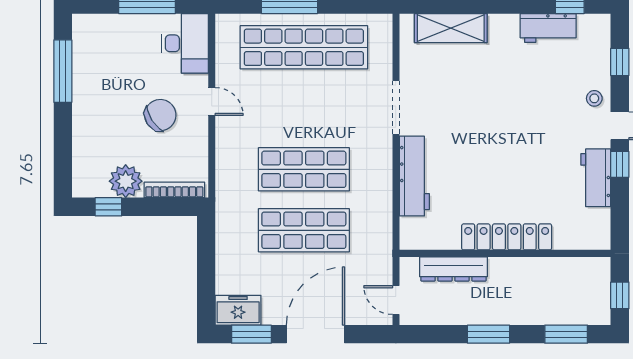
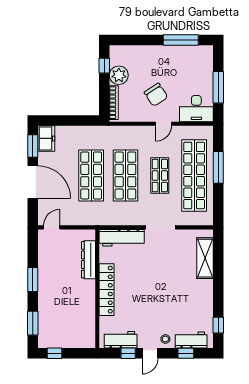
workbench: (548, 28) -> (191, 340), moved, turned 90
shop shelf: (304, 108) -> (160, 176), added
locker: (507, 237) -> (107, 290), moved
wall: (505, 253) -> (97, 289), moved
dresser: (453, 269) -> (89, 260), moved

